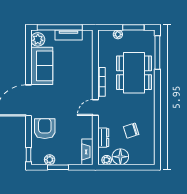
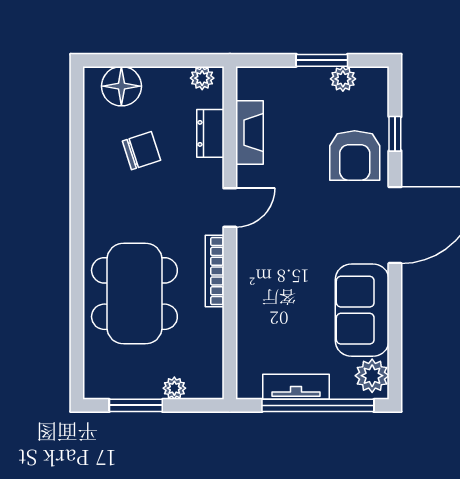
window: (157, 53) -> (77, 343), removed
fireplace: (87, 152) -> (249, 133), moved
window: (28, 155) -> (395, 134), moved
floor lamp: (120, 157) -> (121, 86), moved

